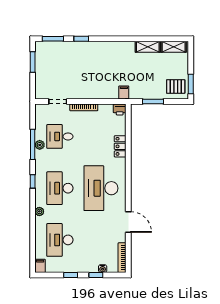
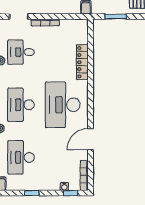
printer: (120, 109) -> (82, 25), removed
locker: (120, 146) -> (82, 62), width x1.53
door: (128, 222) -> (90, 139), swing flipped
window: (96, 275) -> (70, 193), moved

